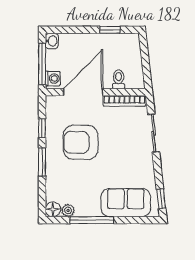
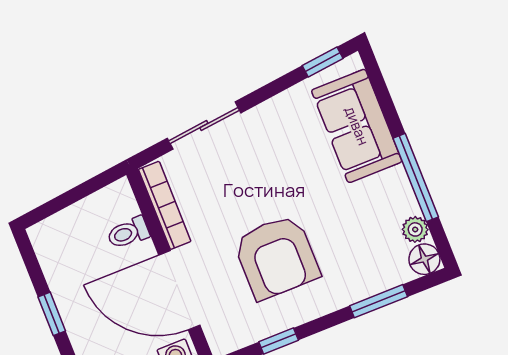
window: (110, 30) -> (52, 314), moved
window: (42, 162) -> (379, 301), moved

